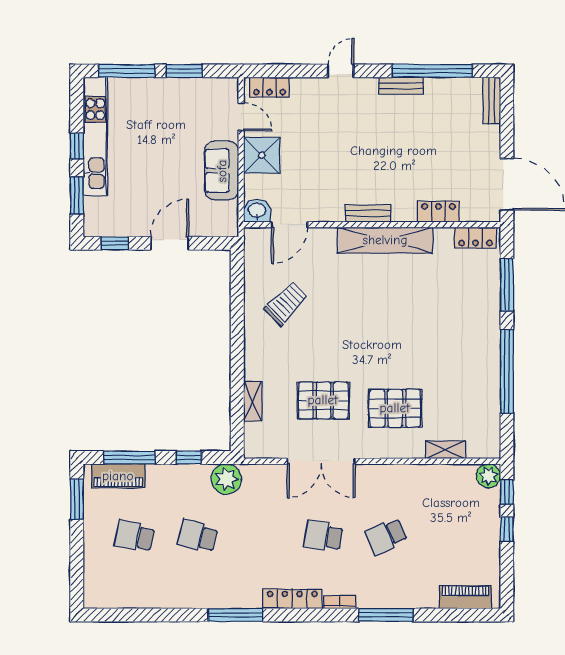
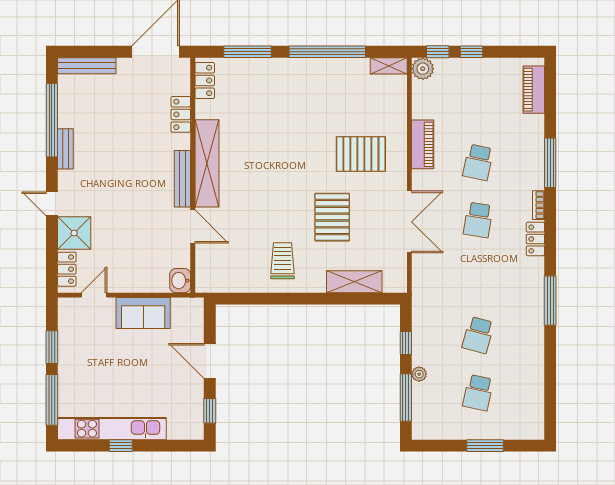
bench: (492, 101) -> (87, 66), width x1.36
shower: (262, 155) -> (74, 233), moved
window: (77, 196) -> (166, 446), removed
bench: (368, 213) -> (182, 179), width x1.36
door: (290, 225) -> (193, 226), moved
trolley: (286, 303) -> (282, 261), moved, turned 45
pallet: (323, 400) -> (332, 217), moved
shelving: (253, 401) -> (354, 282), width x1.50, depth x1.33
pallet: (395, 408) -> (361, 154), turned 90
shelving: (445, 450) -> (389, 66), moved, turned 90
piano: (118, 476) -> (423, 144), moved
plant: (226, 479) -> (419, 374), moved, width x0.53, depth x0.53
window: (77, 499) -> (485, 446), moved
school desk: (386, 536) -> (478, 162), turned 36
locker: (292, 599) -> (535, 239), width x0.66

